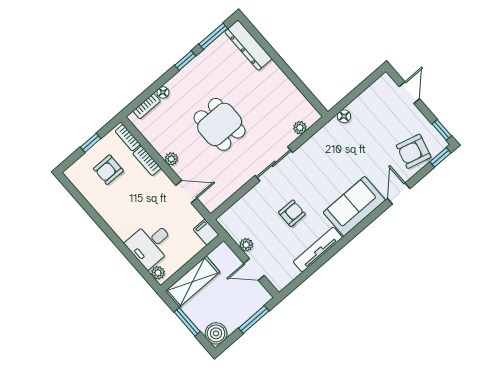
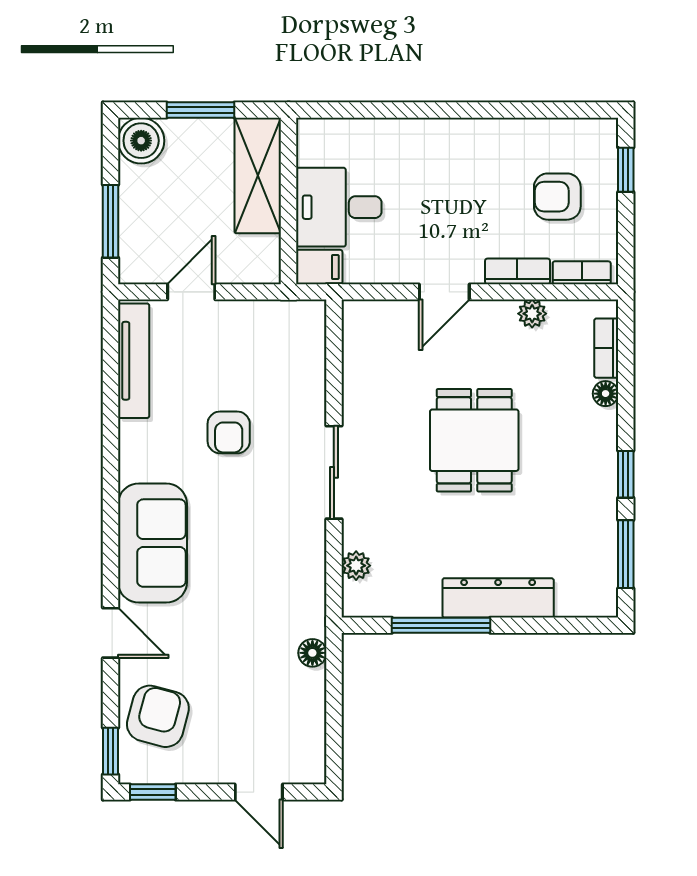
dresser: (248, 45) -> (498, 598), moved
window: (295, 79) -> (441, 625), added
dining table: (220, 124) -> (474, 440), turned 90
window: (91, 143) -> (626, 170), moved
plant: (171, 159) -> (532, 314), moved
armchair: (108, 170) -> (557, 197), turned -90
door: (186, 192) -> (444, 292), moved
desk: (150, 244) -> (339, 207), moved, turned -90
plant: (246, 245) -> (242, 314), removed
tv unit: (318, 250) -> (134, 361), moved
plant: (158, 273) -> (321, 132), removed

